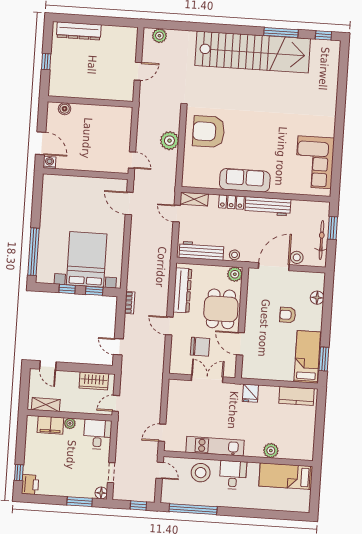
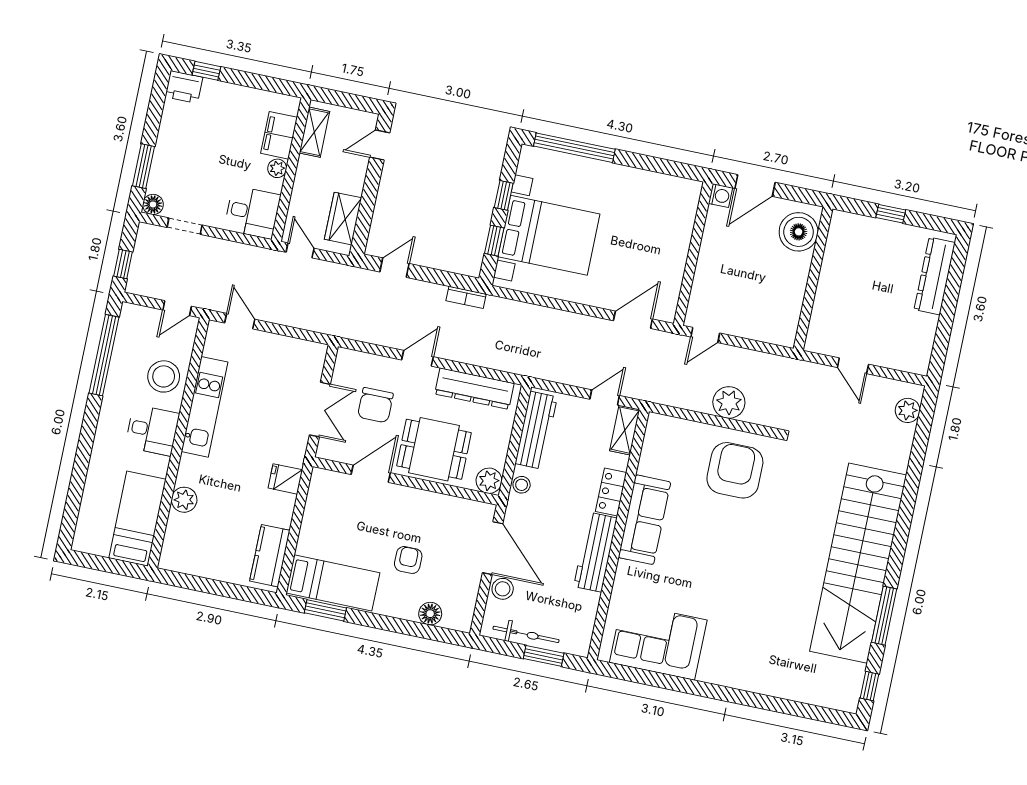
boiler: (65, 109) -> (799, 232), width x1.86, depth x1.86

